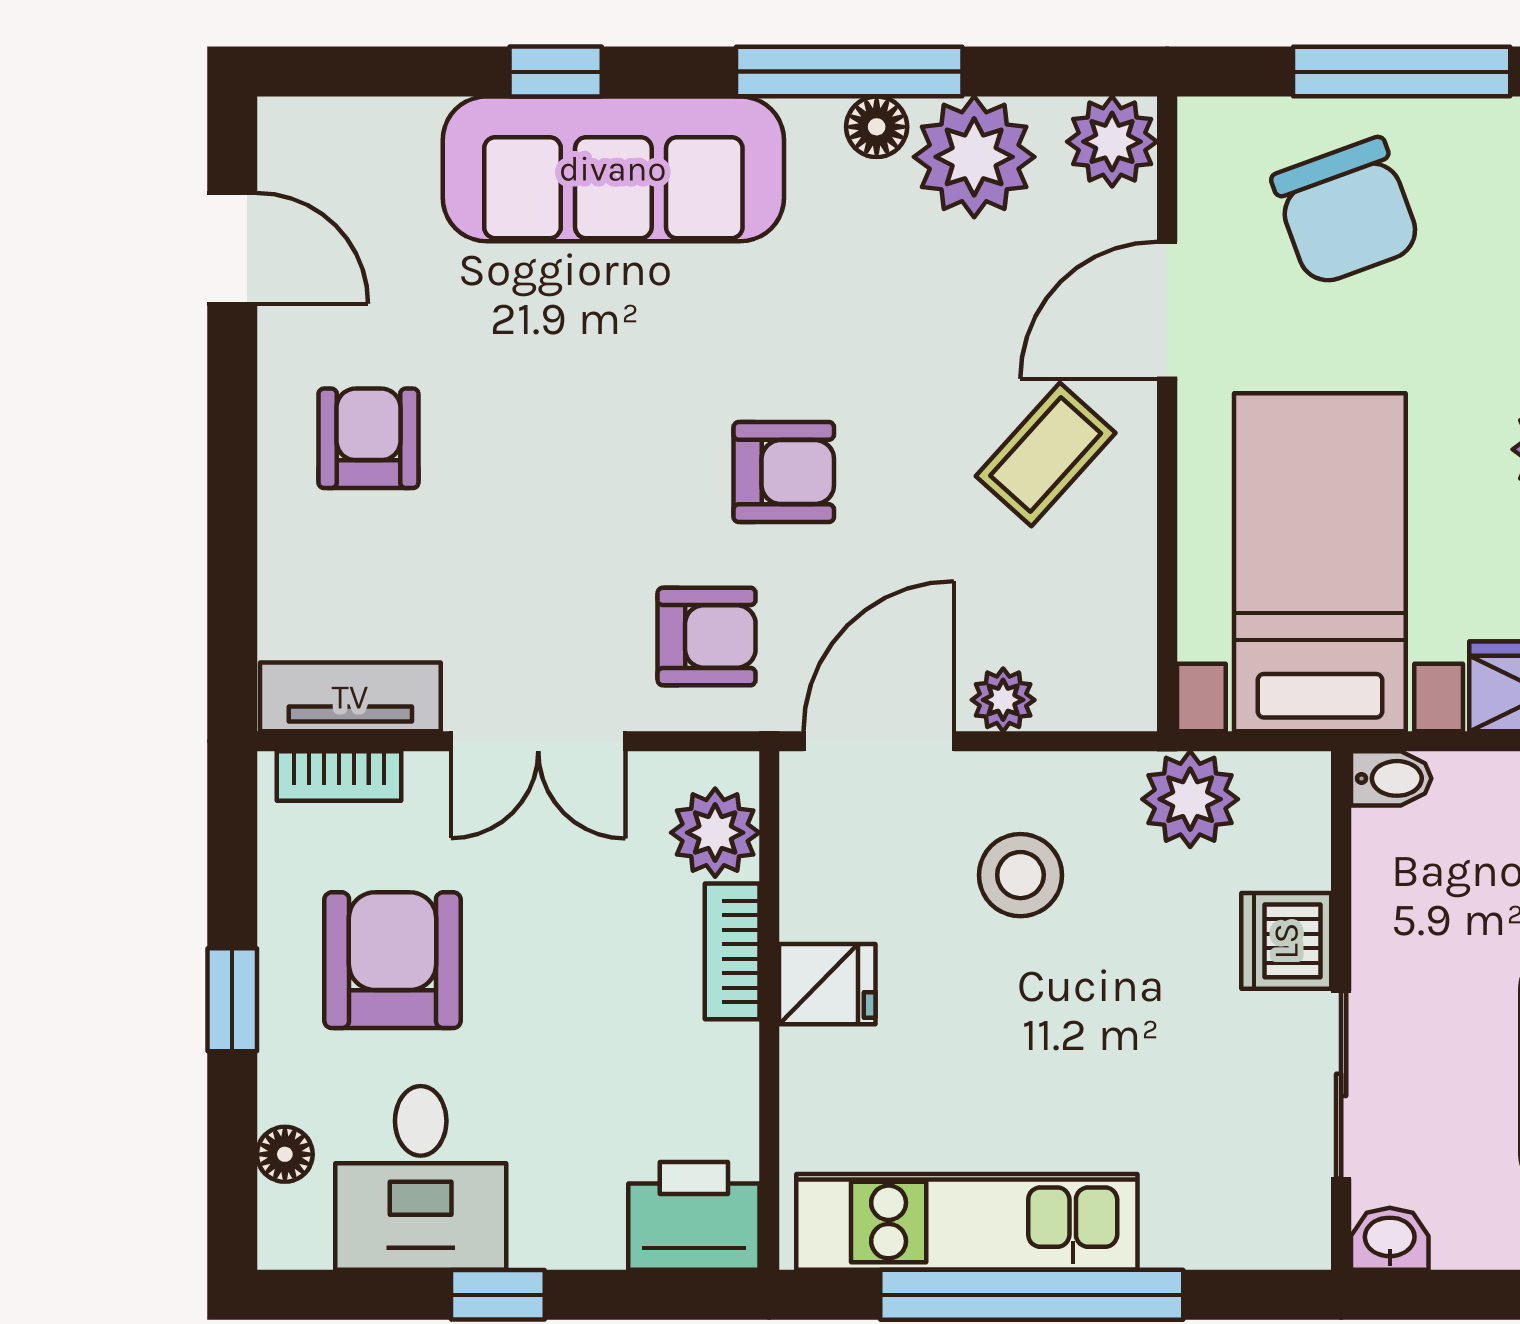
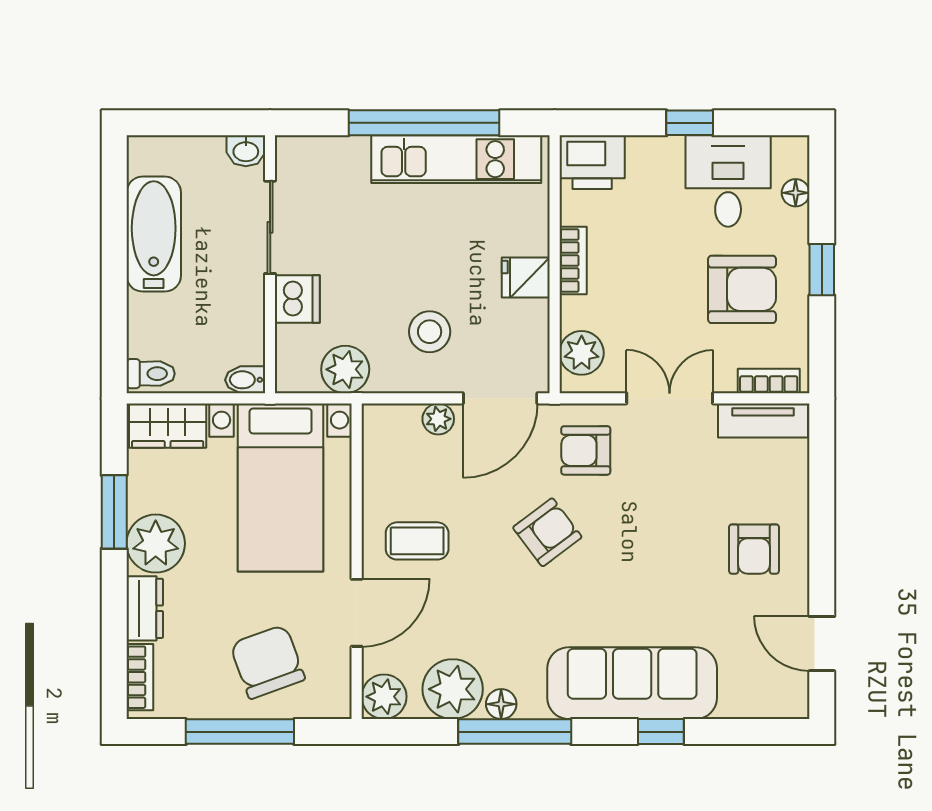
coffee table: (1046, 455) -> (417, 541), turned 48
armchair: (784, 472) -> (547, 532), turned 143
bookcase: (732, 951) -> (573, 261), moved
armchair: (393, 960) -> (742, 289), turned -90

